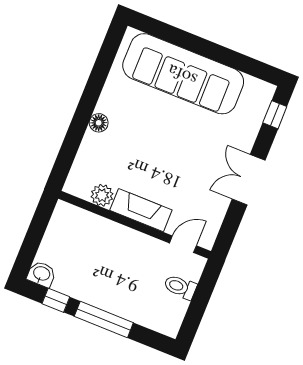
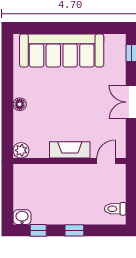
plant: (102, 195) -> (21, 150), moved
toilet: (180, 287) -> (115, 209), moved
window: (104, 320) -> (74, 230), width x0.46

